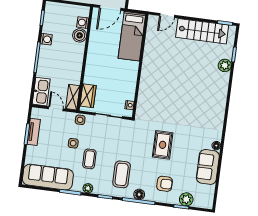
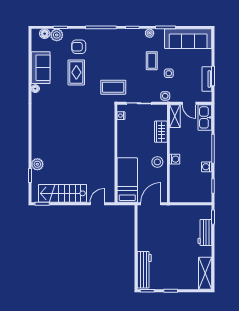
washing machine: (83, 23) -> (175, 159), moved
boiler: (80, 35) -> (176, 174), removed
stool: (98, 51) -> (157, 162), added
wardrobe: (88, 96) -> (161, 132), moved
rug: (163, 145) -> (76, 72), moved
coffee table: (122, 174) -> (113, 87), moved, turned 90
floor lamp: (139, 194) -> (45, 34), moved

